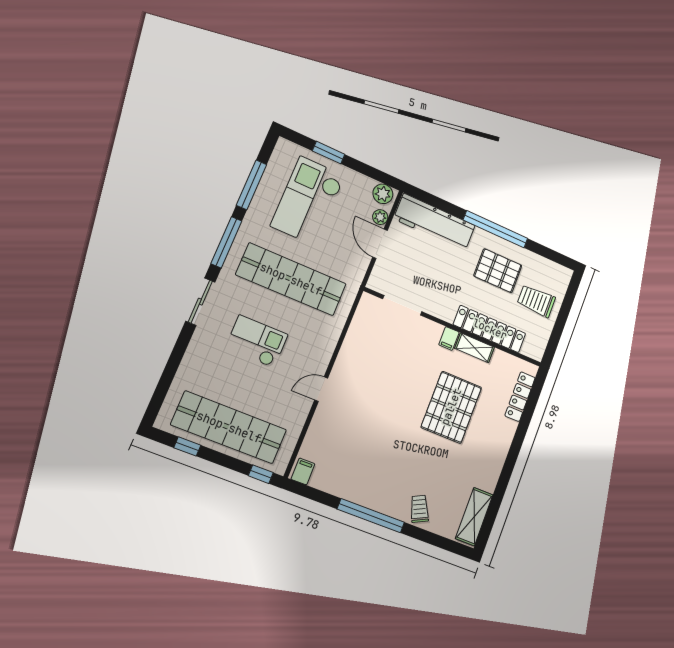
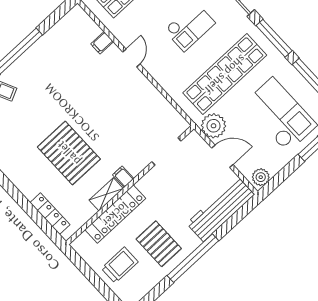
plant: (380, 217) -> (214, 126), moved, width x1.88, depth x1.88
pallet: (498, 271) -> (159, 244), turned 90
filing cabinet: (303, 471) -> (102, 43), moved, turned 90

